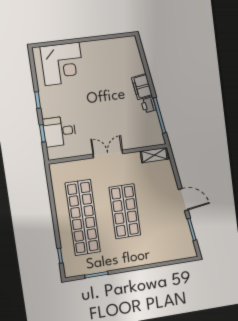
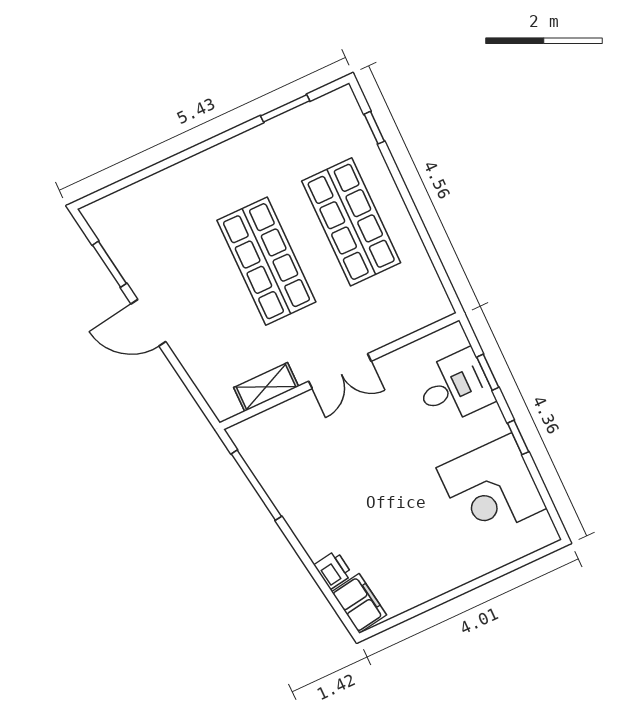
corner desk: (62, 64) -> (492, 488), moved, turned -90
filing cabinet: (142, 87) -> (359, 603), moved
printer: (149, 105) -> (333, 570), moved
shelving: (154, 155) -> (266, 387), moved
shop shelf: (83, 218) -> (351, 222), width x0.71

